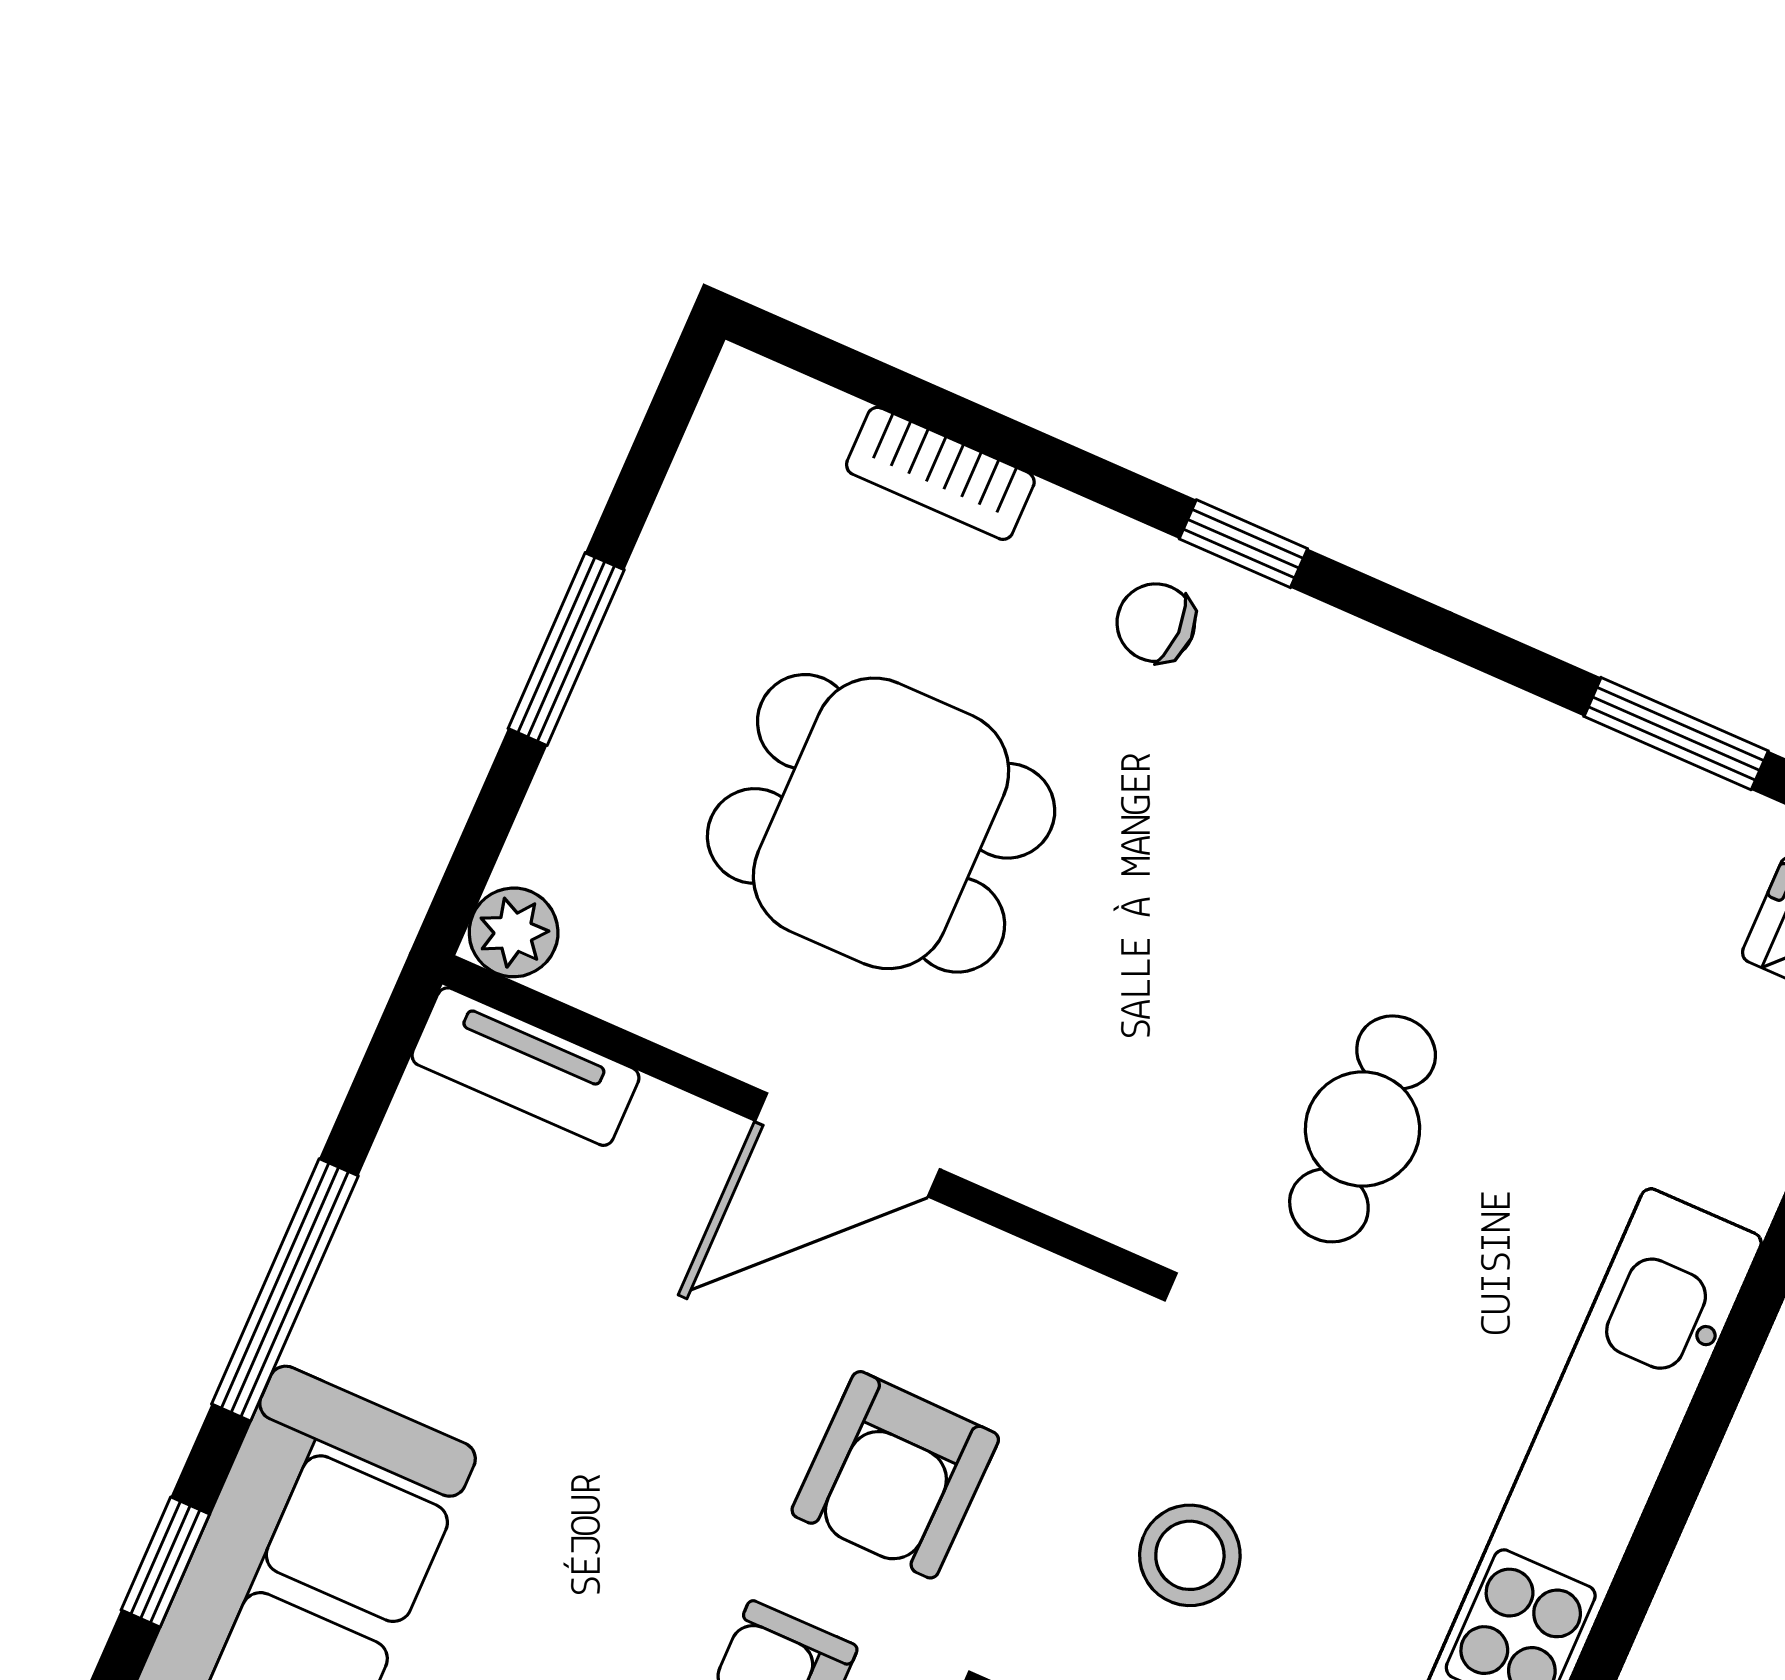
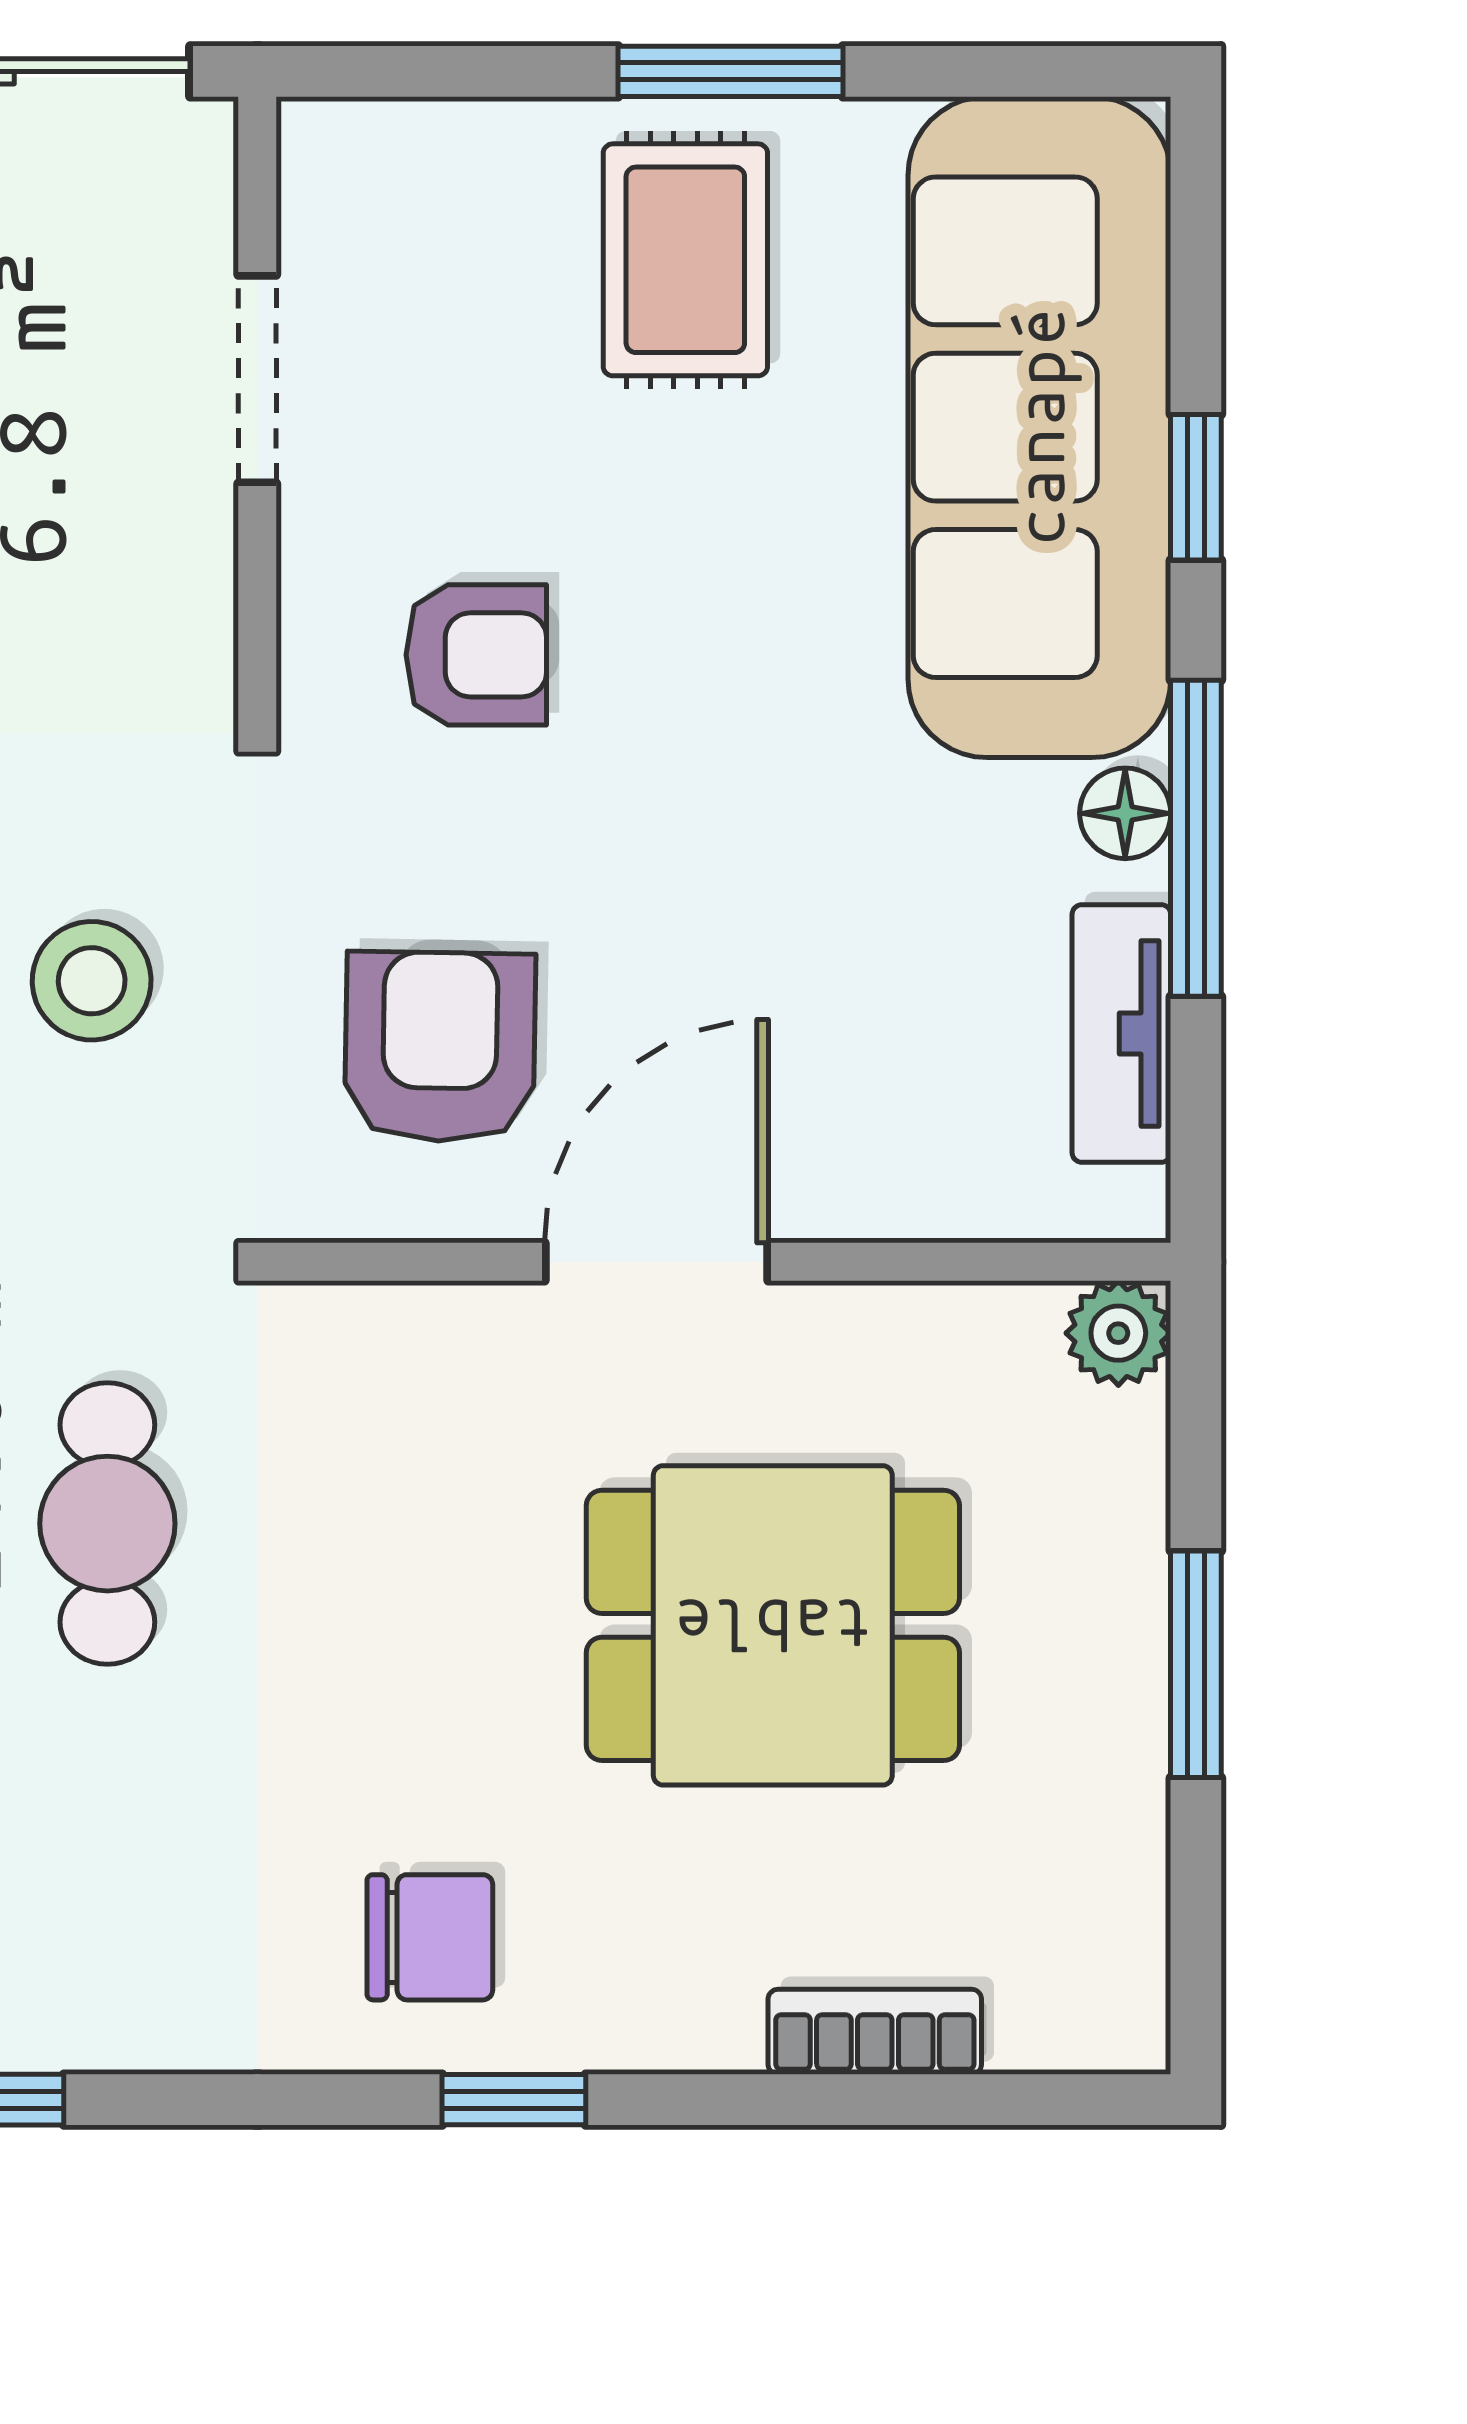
chair: (1156, 623) -> (430, 1937), moved, width x1.37, depth x1.37
tv unit: (525, 1067) -> (1121, 1034), moved, turned -90
floor lamp: (331, 1333) -> (1125, 813), added
armchair: (895, 1475) -> (440, 1047), moved

